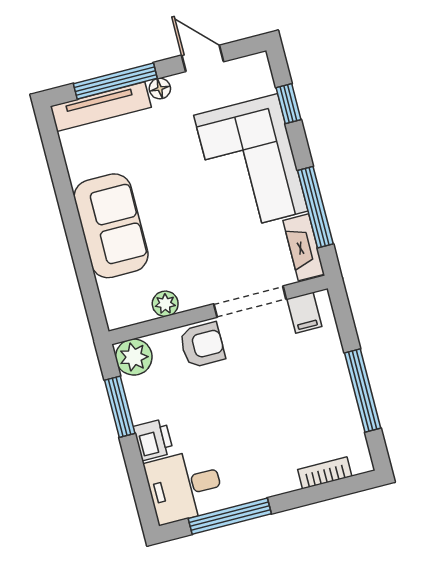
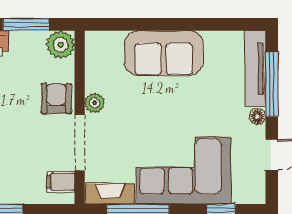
plant: (165, 304) -> (95, 103), moved
armchair: (202, 345) -> (56, 99), turned 180

